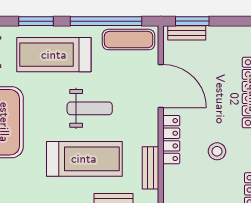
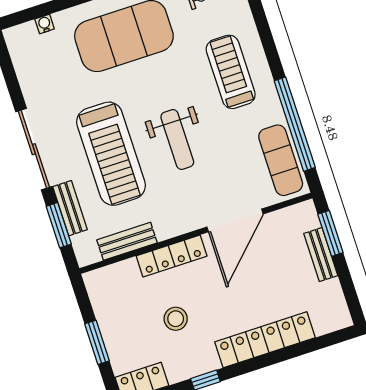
window: (36, 21) -> (266, 35), removed
bench: (187, 33) -> (321, 255), moved
treadmill: (54, 55) -> (231, 72), width x0.73, depth x0.73

